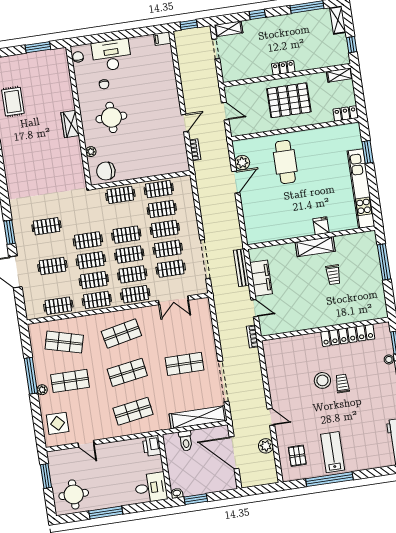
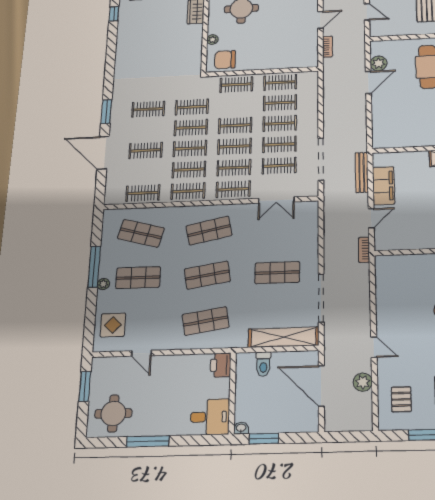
clothes rail: (85, 220) -> (192, 107), added
door: (255, 308) -> (371, 218), hinge flipped

